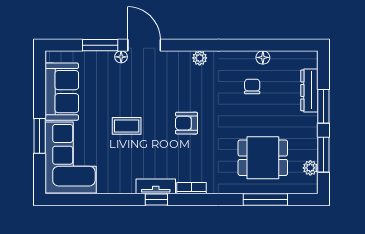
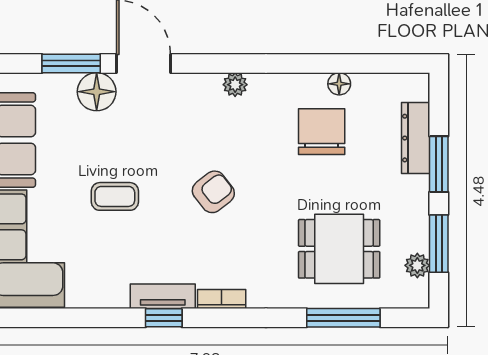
floor lamp: (121, 57) -> (97, 92), width x1.89, depth x1.89
chair: (252, 86) -> (322, 132), width x1.87, depth x1.87
armchair: (186, 123) -> (213, 192), turned 142

